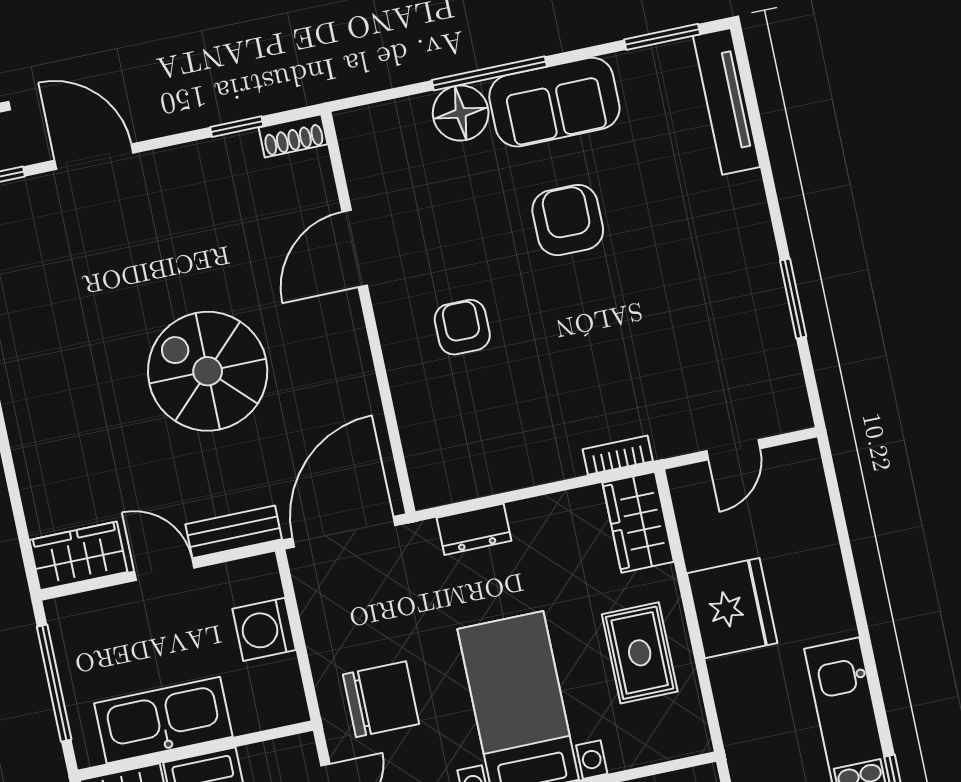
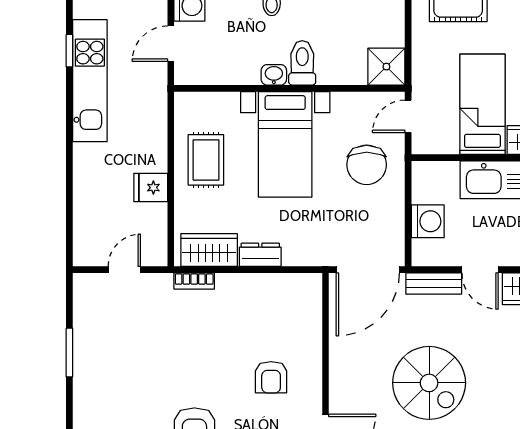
wardrobe: (638, 522) -> (209, 250), moved, turned -90
dresser: (474, 529) -> (260, 255), moved
fridge: (732, 608) -> (151, 188), width x0.53, depth x0.75
chair: (381, 699) -> (367, 165), turned -90

